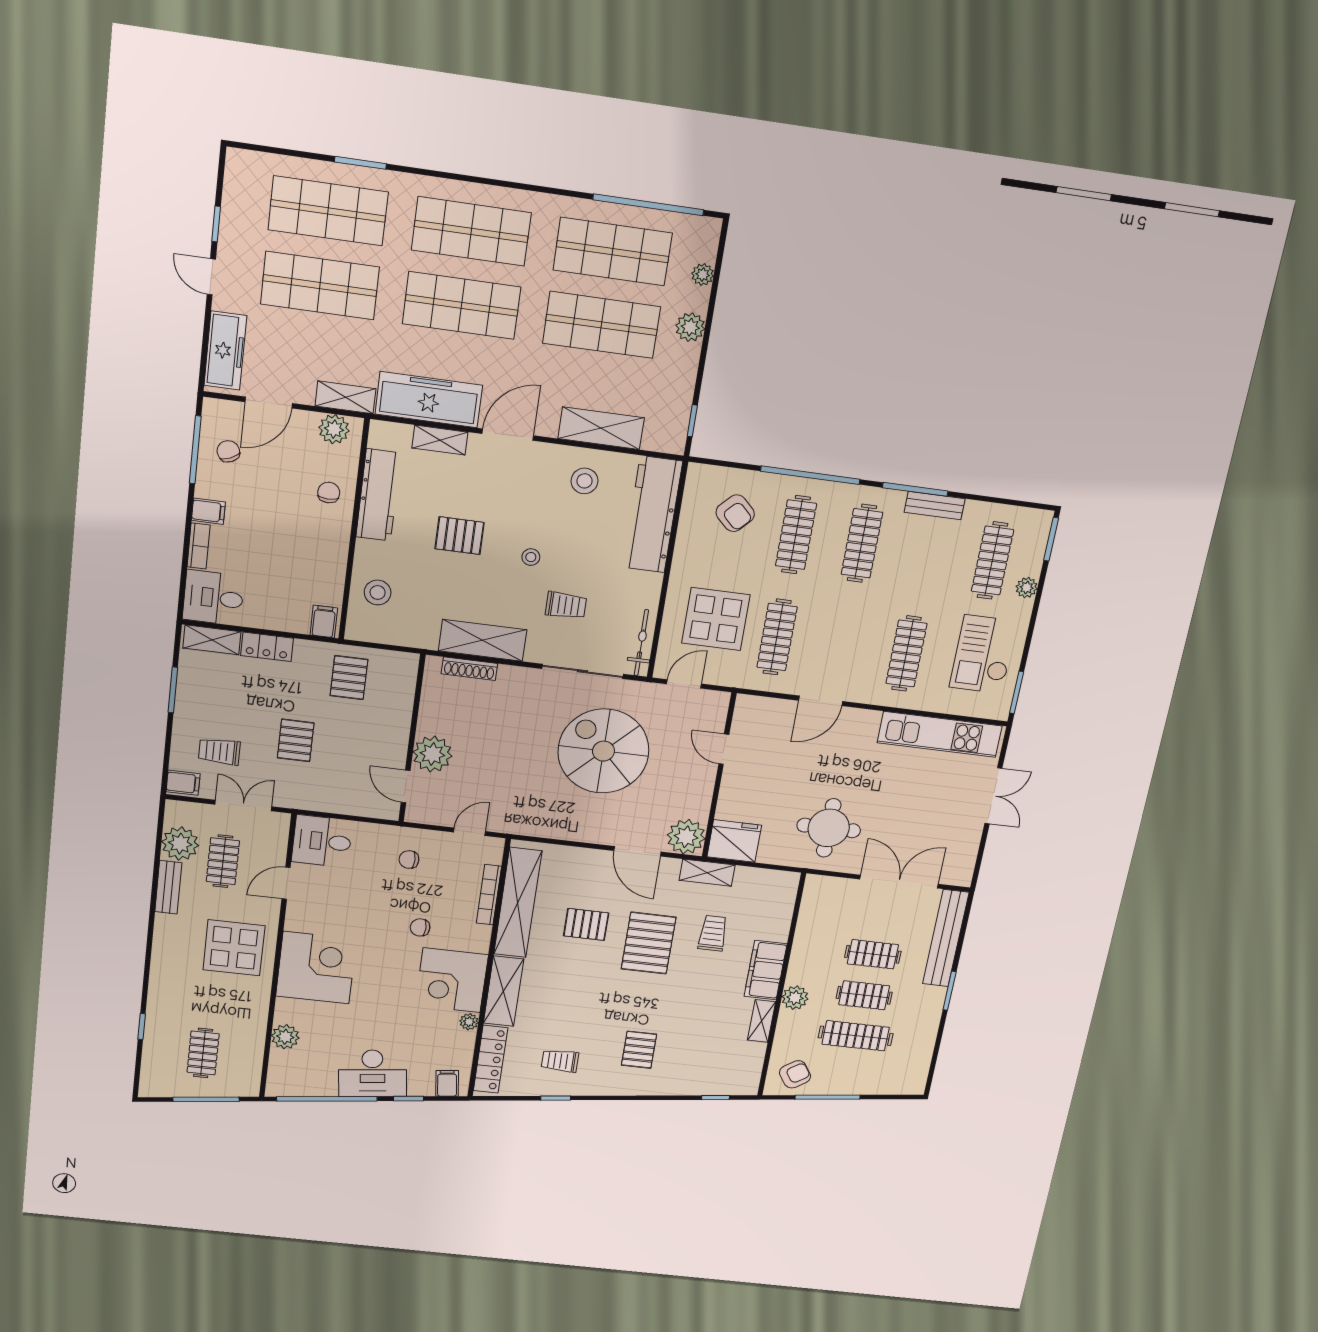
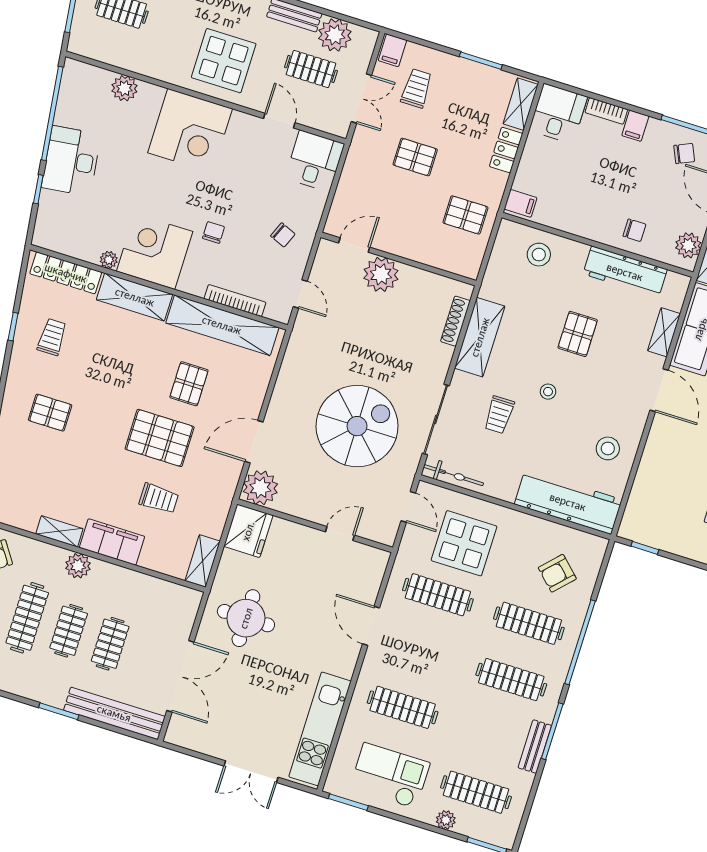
shelving: (601, 428) -> (651, 470), removed
chair: (409, 860) -> (283, 235), turned 113
shelving: (707, 873) -> (203, 561), moved
filing cabinet: (447, 1083) -> (48, 228), removed

